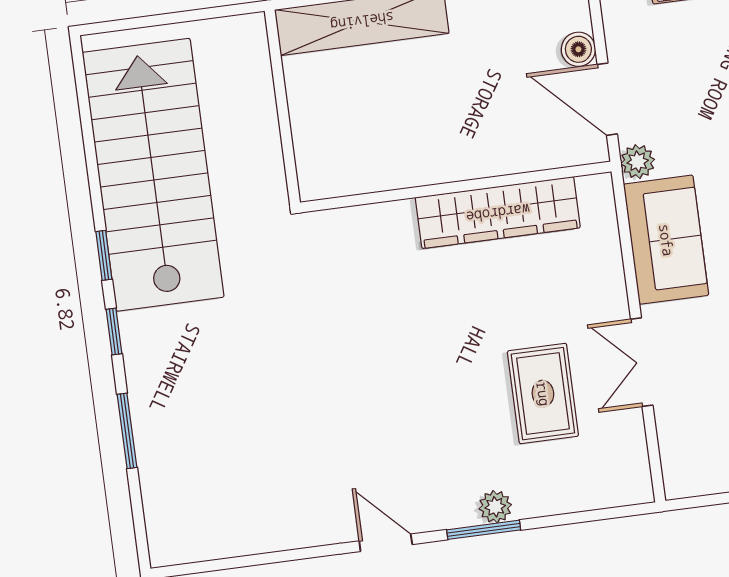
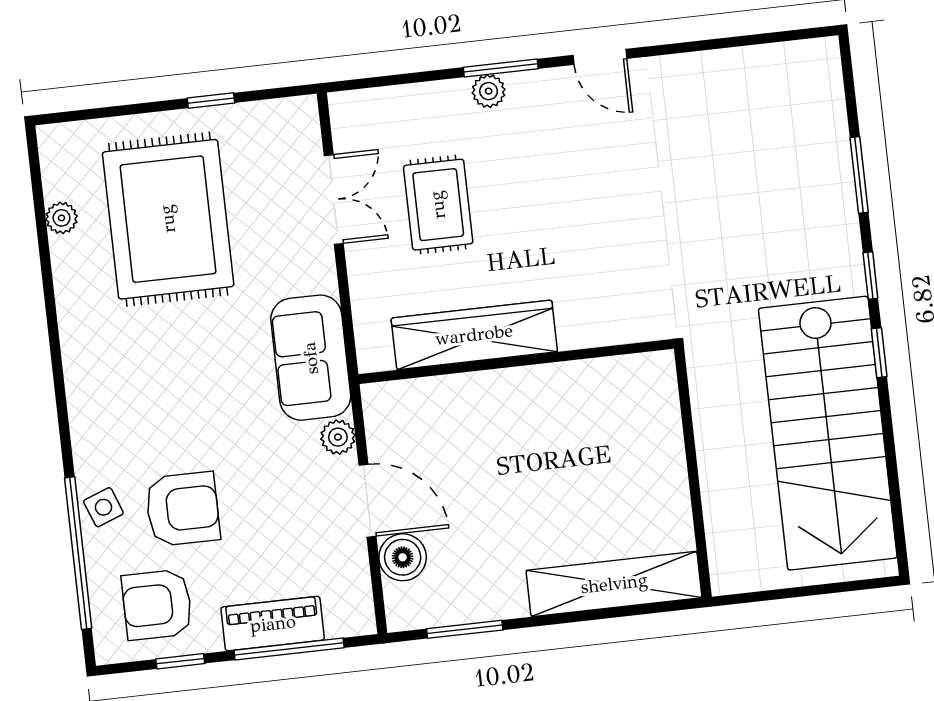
boiler: (578, 49) -> (403, 557), width x1.36, depth x1.36
wall: (456, 187) -> (516, 362), moved
wardrobe: (498, 213) -> (474, 335), moved
double door: (642, 362) -> (334, 200), moved

